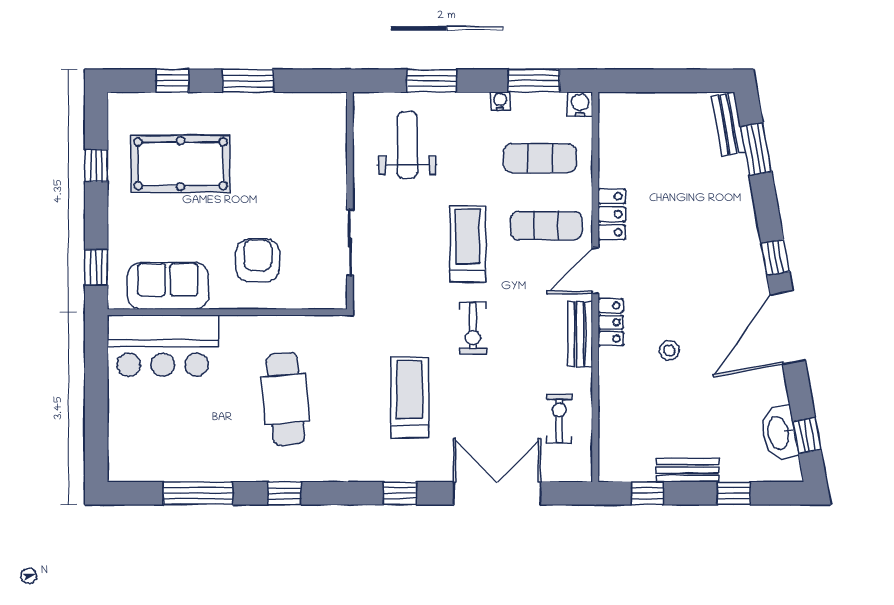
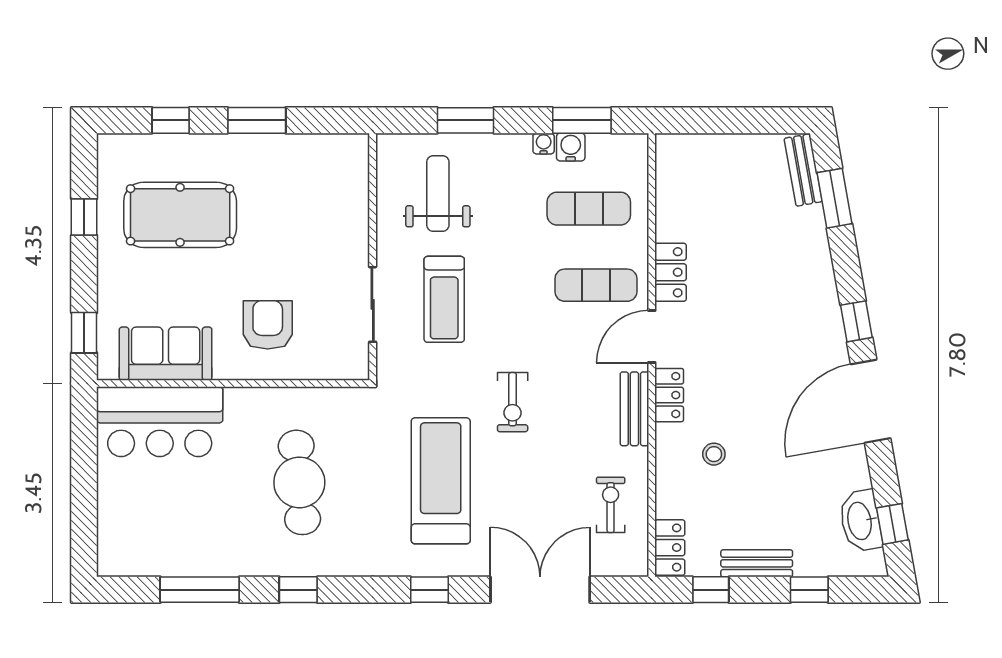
water cooler: (580, 104) -> (571, 147), moved
treadmill: (468, 244) -> (444, 299), moved, turned 180
stool: (669, 350) -> (714, 454), moved
treadmill: (410, 398) -> (441, 481), width x1.37, depth x1.38
locker: (611, 456) -> (670, 548), added

